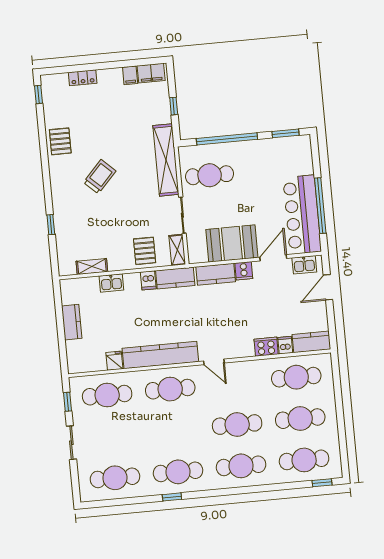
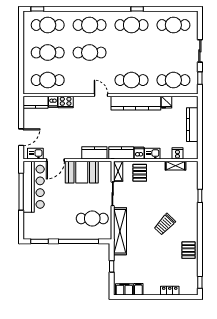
cooker: (244, 271) -> (177, 153), moved
kitchen sink: (111, 283) -> (152, 154), moved
kitchen counter: (72, 322) -> (192, 125), width x1.50

